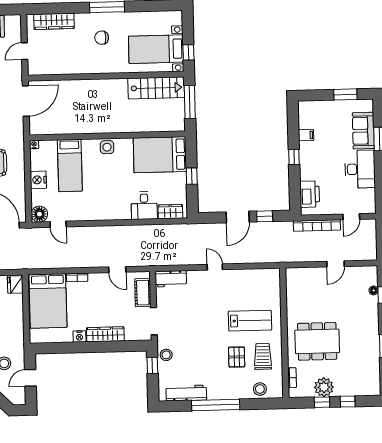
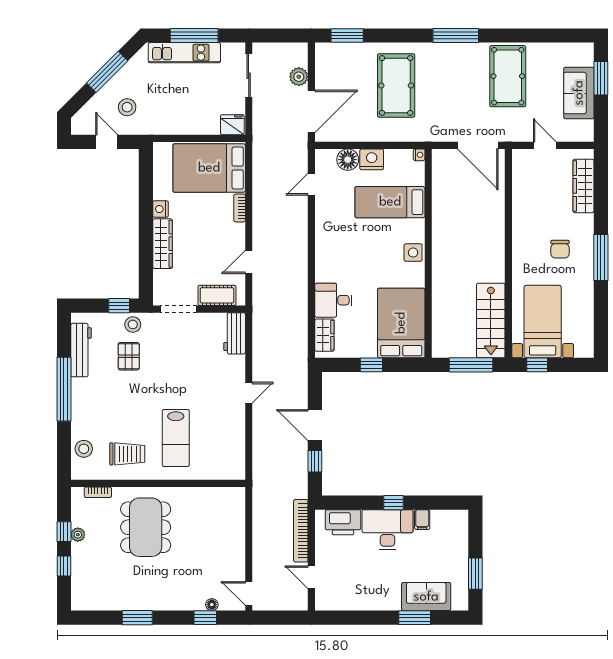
chair: (102, 38) -> (560, 249), turned 180
desk: (360, 169) -> (388, 530), moved, turned 180
floor lamp: (39, 214) -> (348, 160), moved
door: (335, 264) -> (249, 593), moved
pallet: (237, 357) -> (129, 356), moved, turned 90
plant: (324, 387) -> (78, 535), width x0.53, depth x0.53

